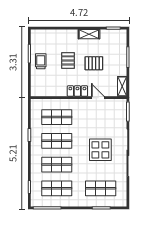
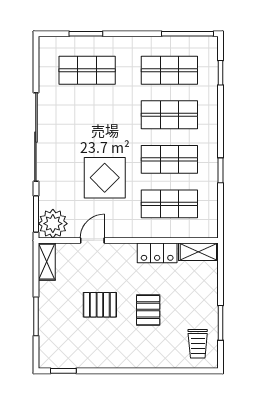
shelving: (89, 34) -> (198, 252), moved
trolley: (41, 61) -> (198, 344), moved
locker: (77, 91) -> (157, 253), moved
door: (98, 98) -> (92, 240), swing flipped
plant: (119, 107) -> (53, 224), added
display table: (100, 150) -> (105, 178), moved

